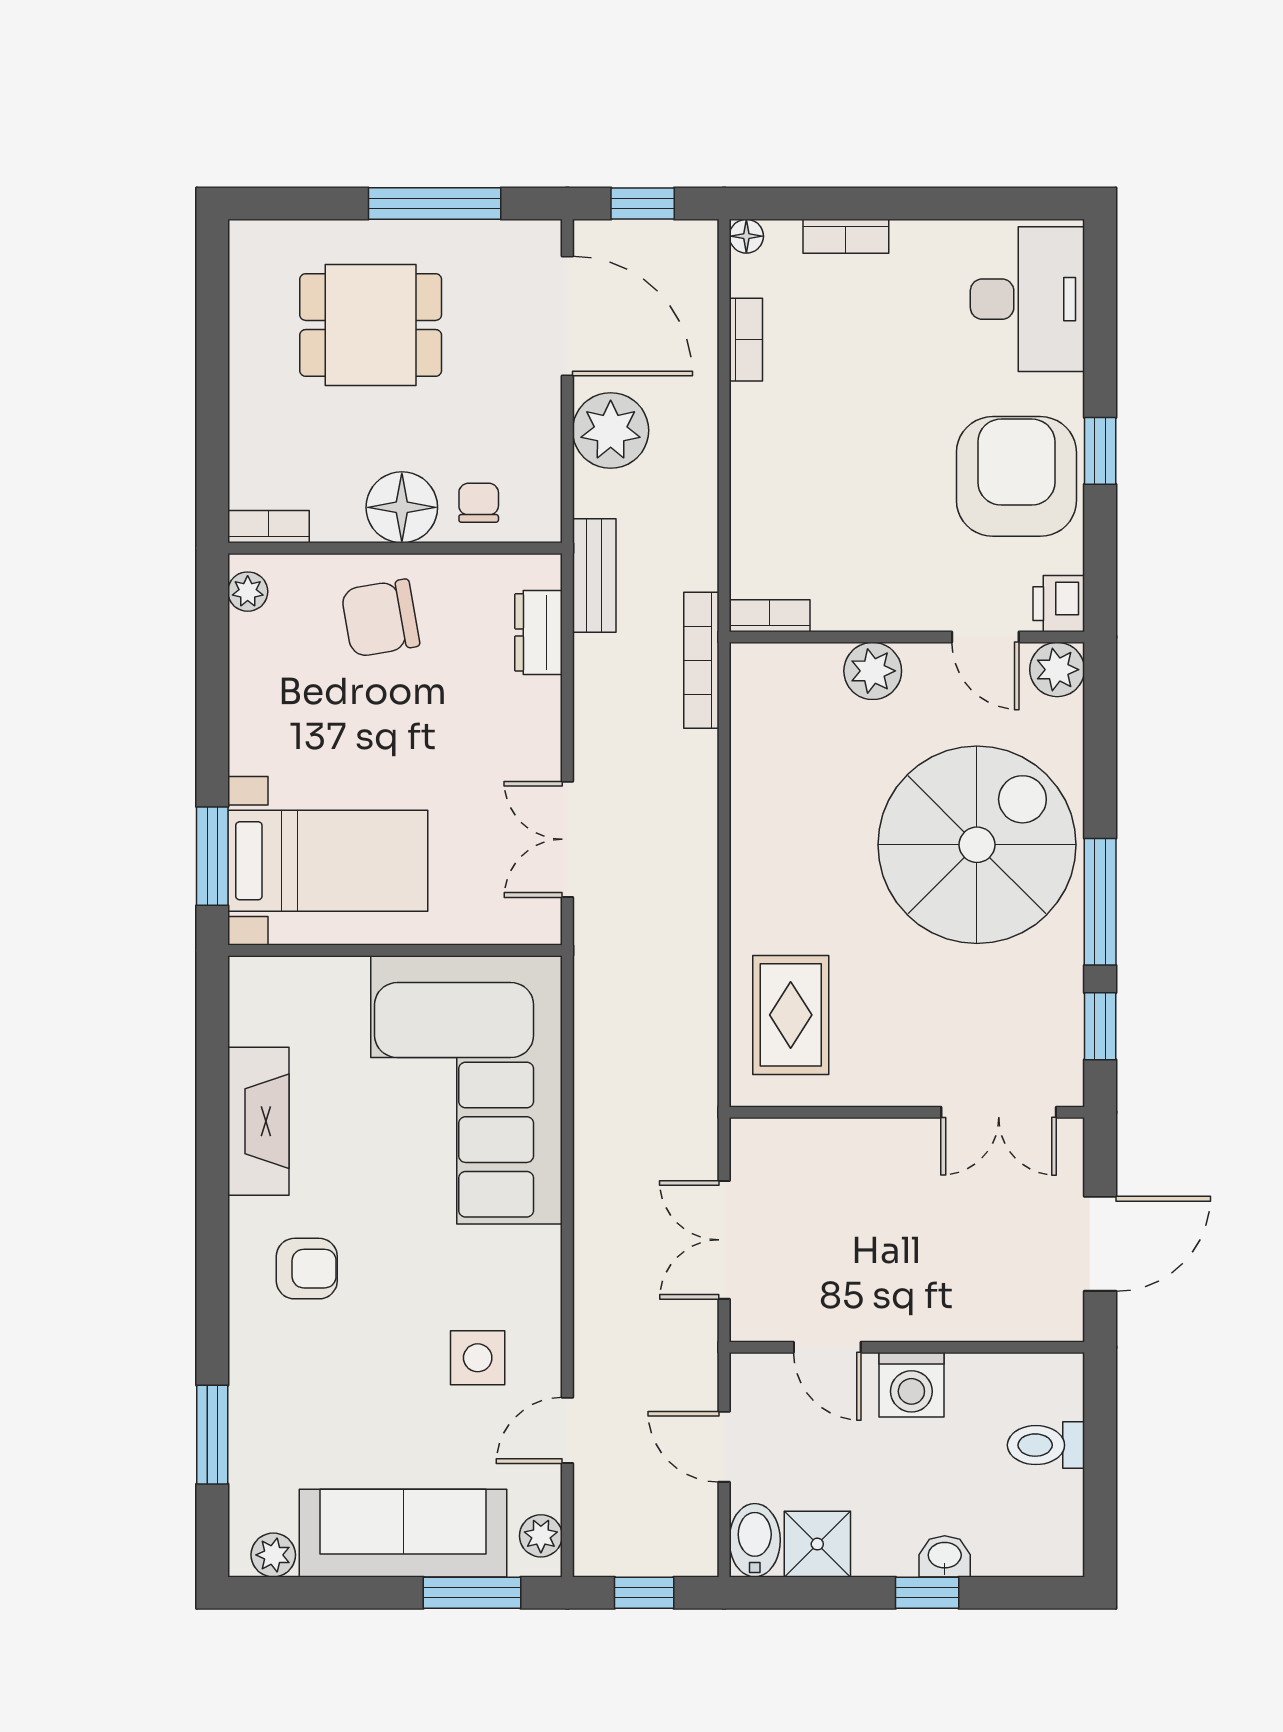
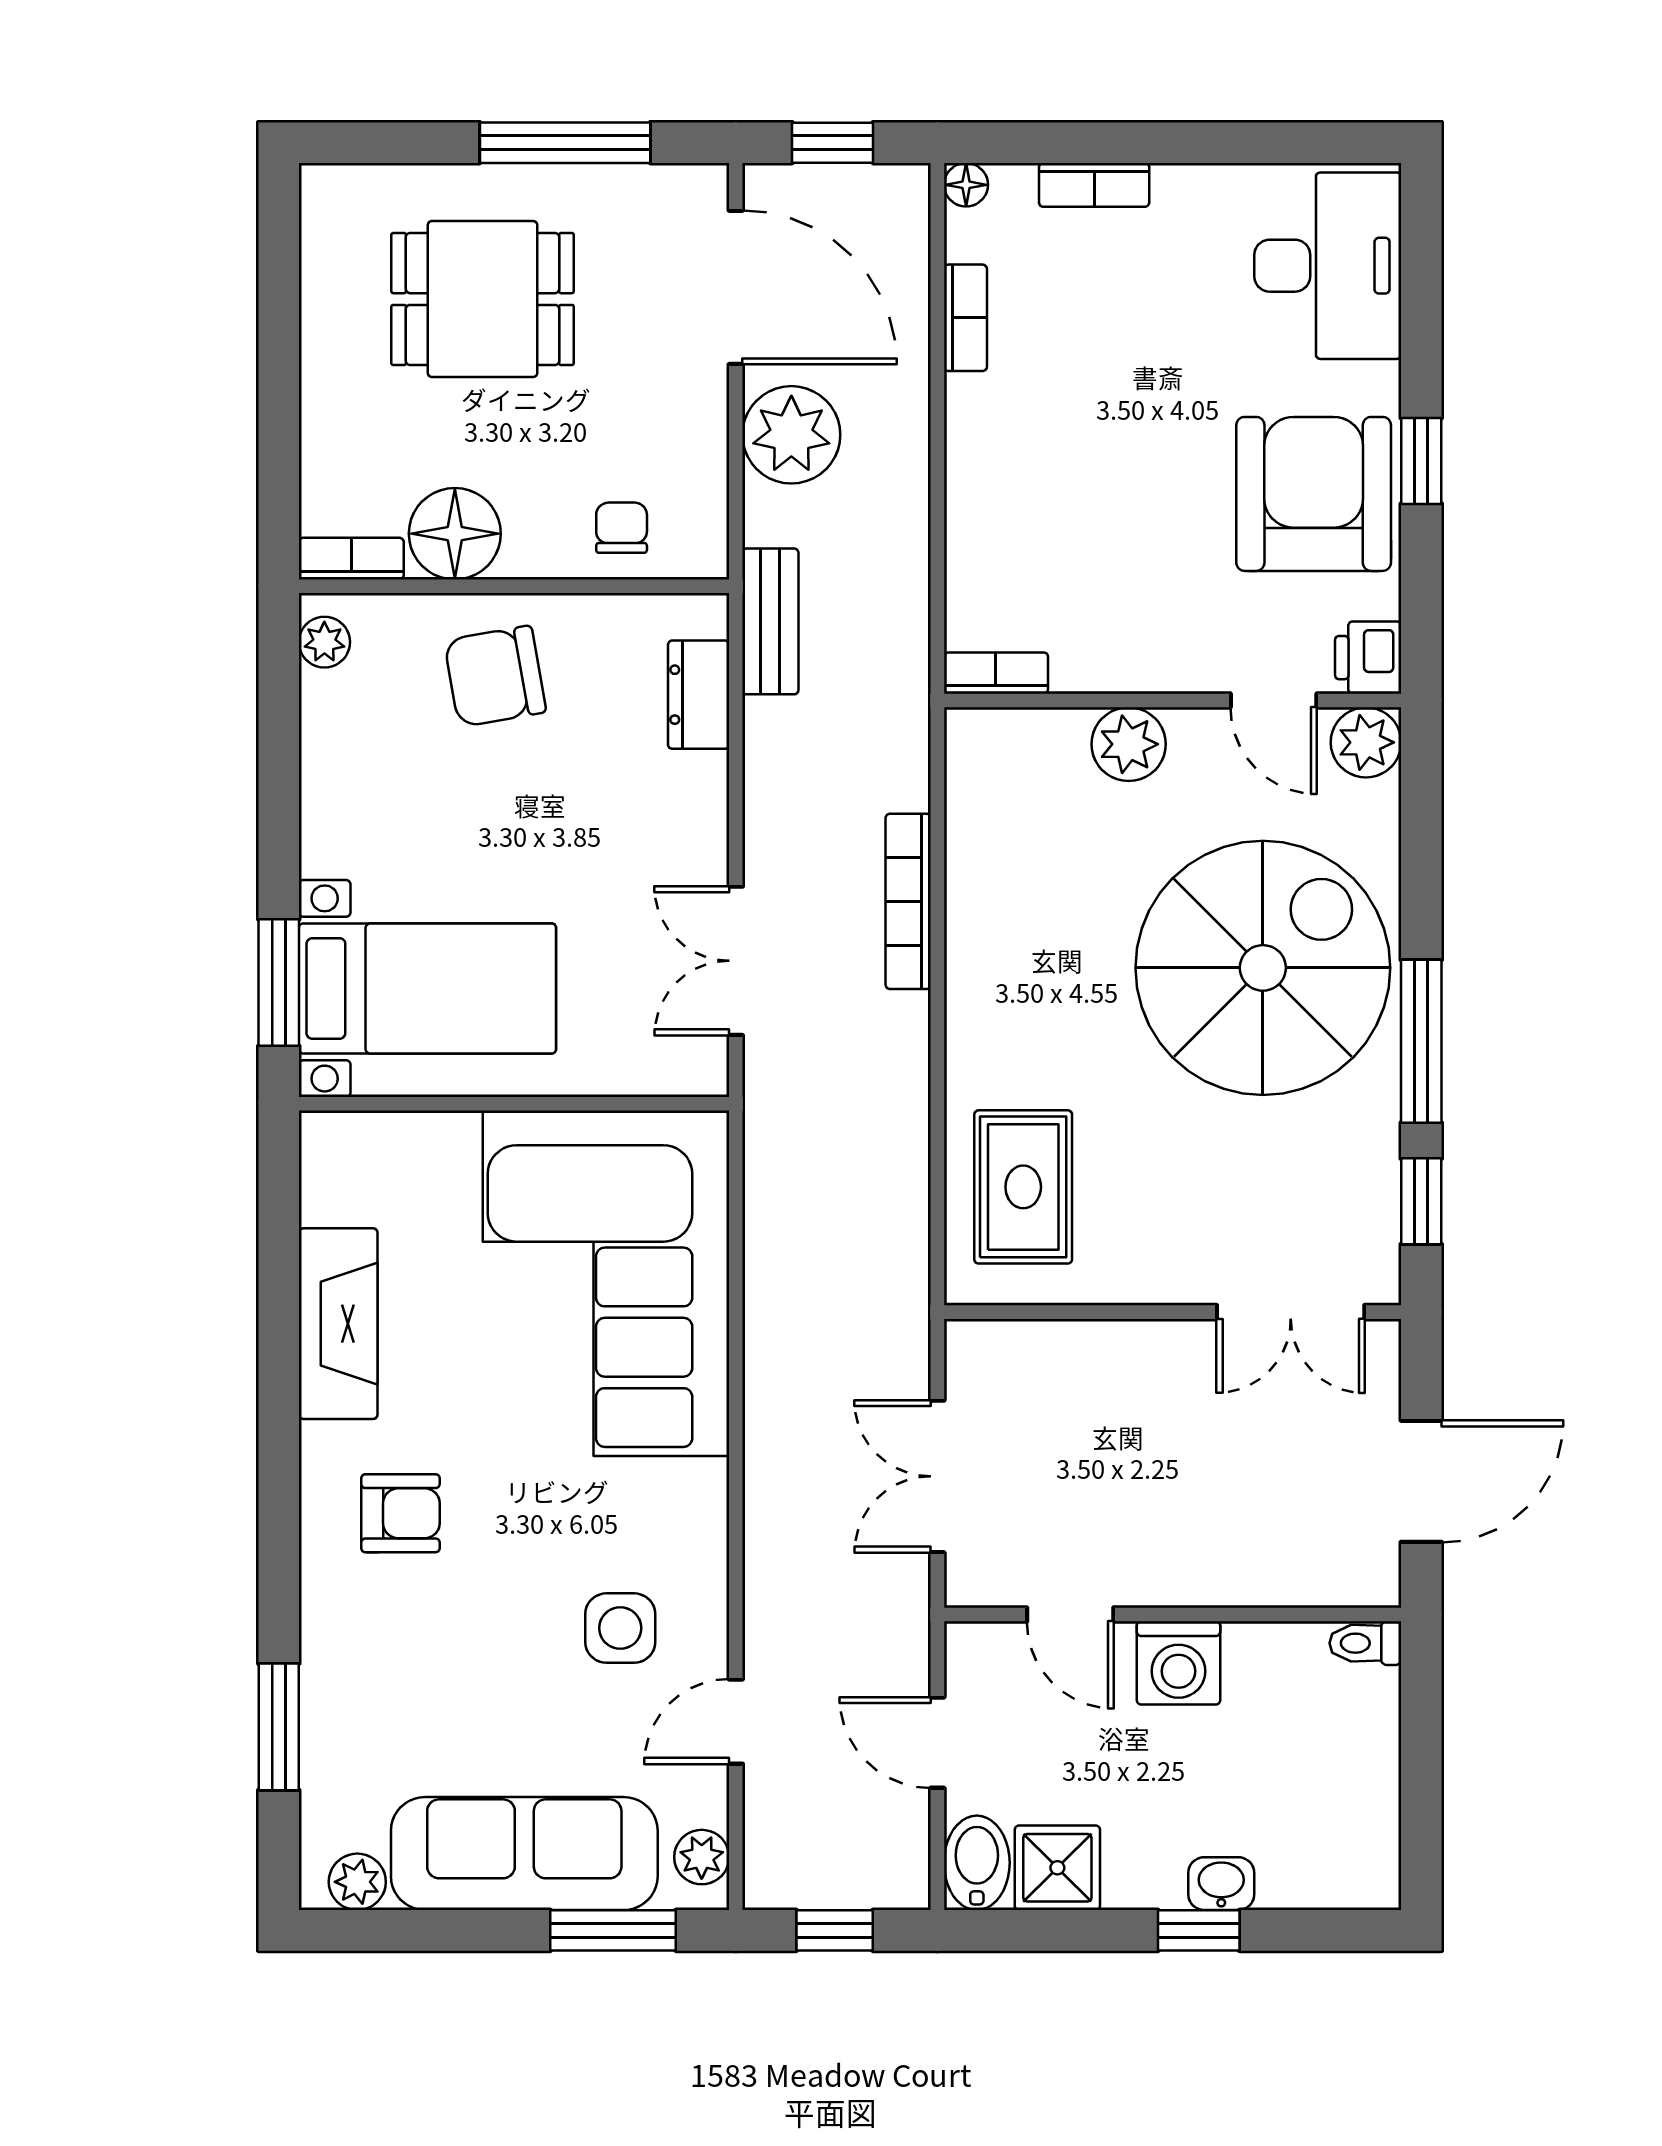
floor lamp: (402, 507) -> (455, 534), moved
bookcase: (701, 660) -> (908, 901), moved
toilet: (1046, 1445) -> (1365, 1643), moved, width x0.73, depth x0.72

